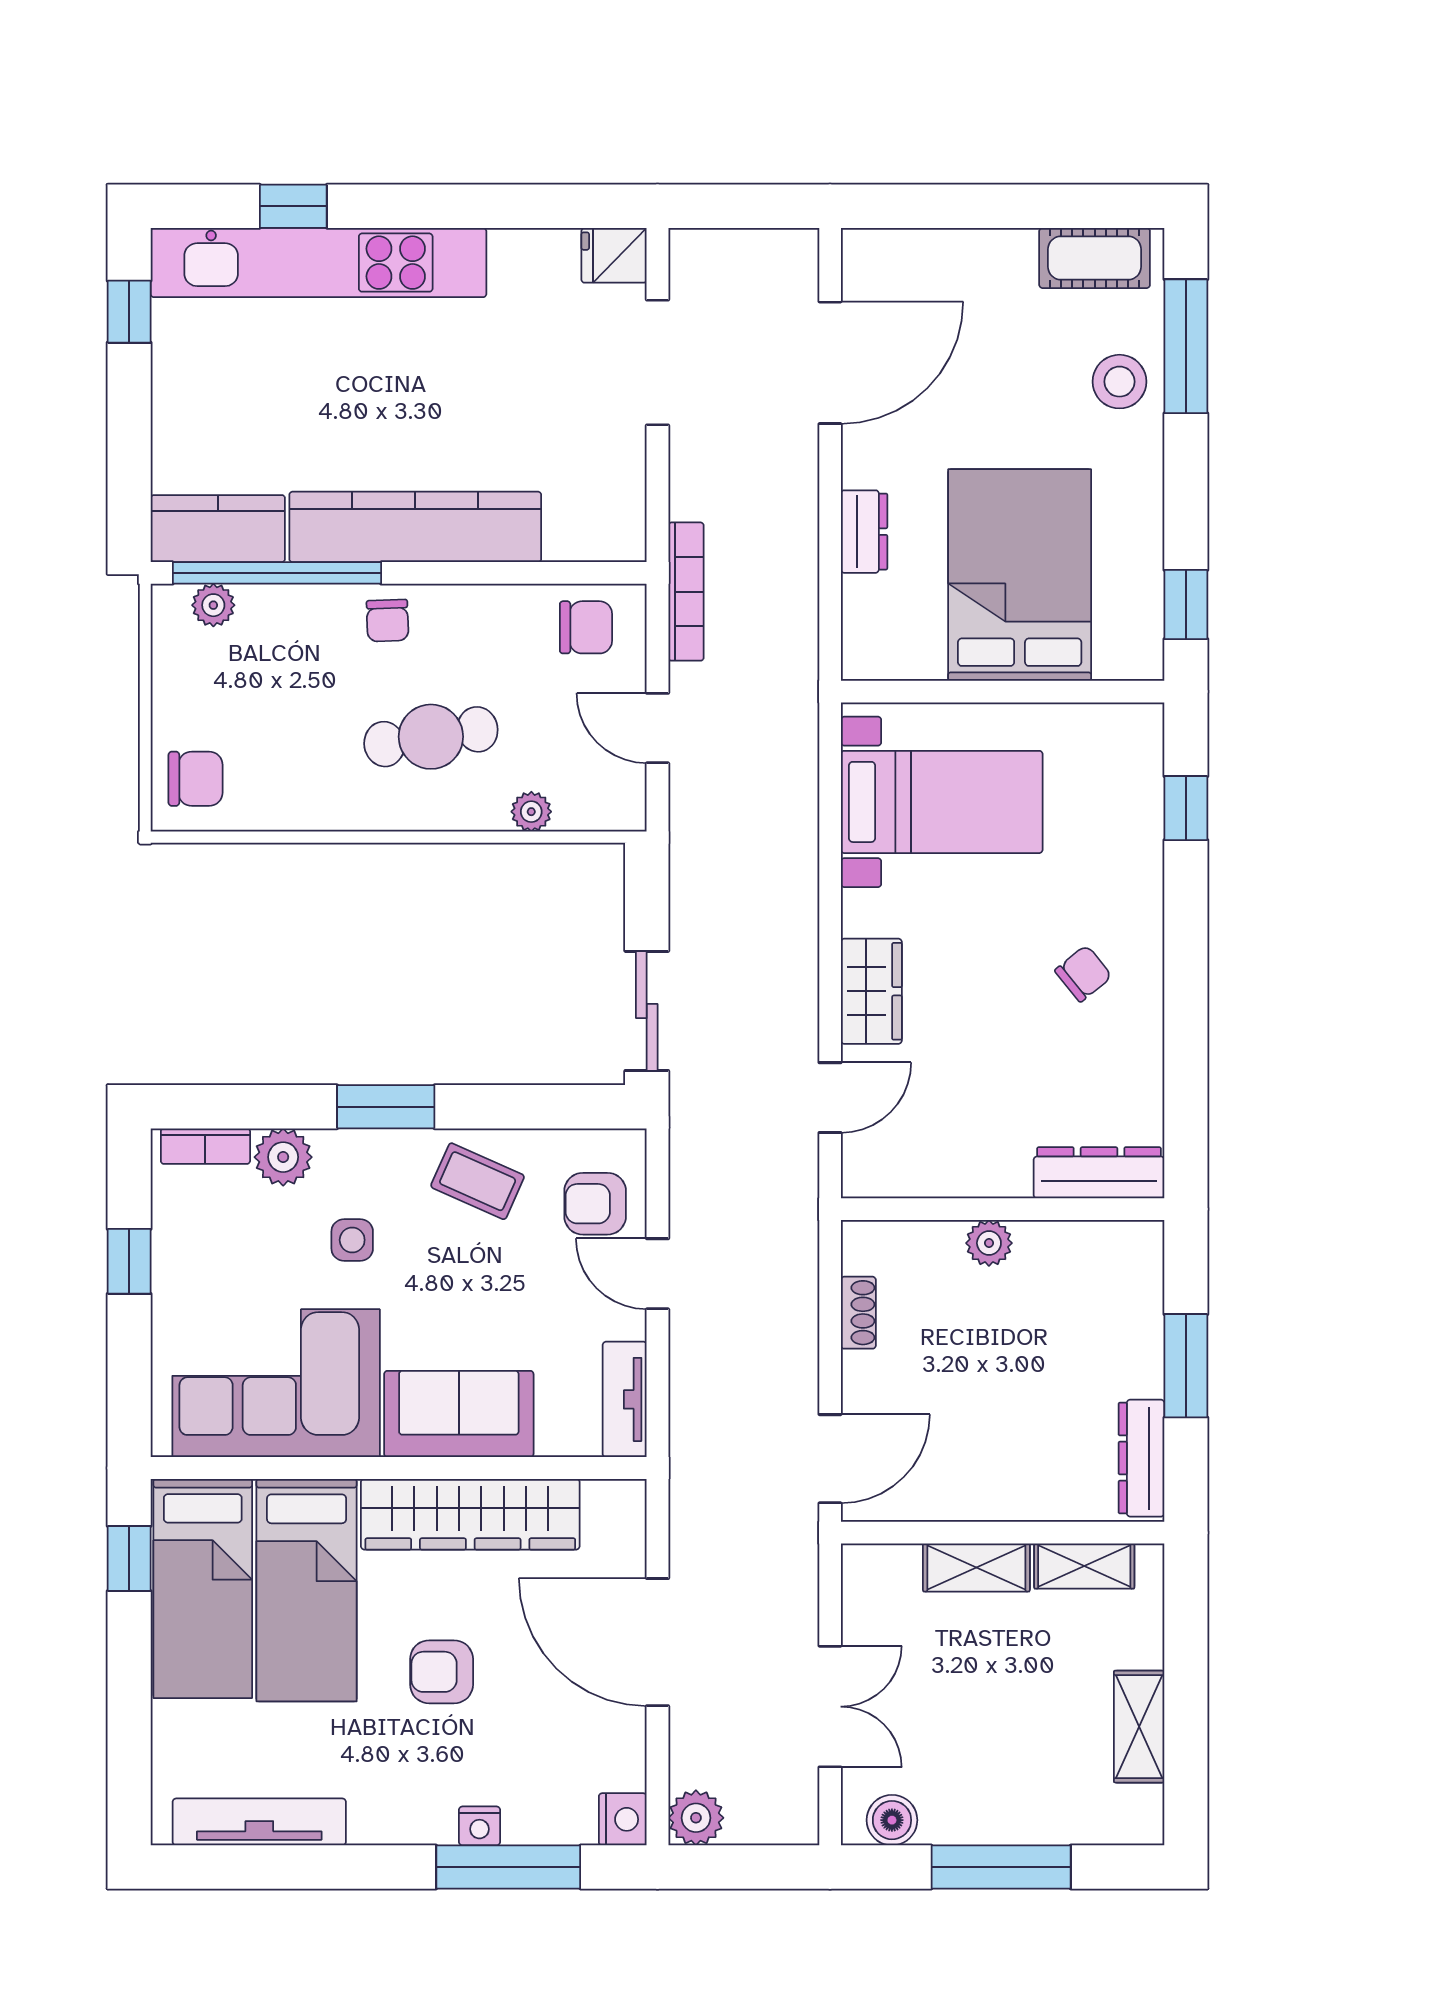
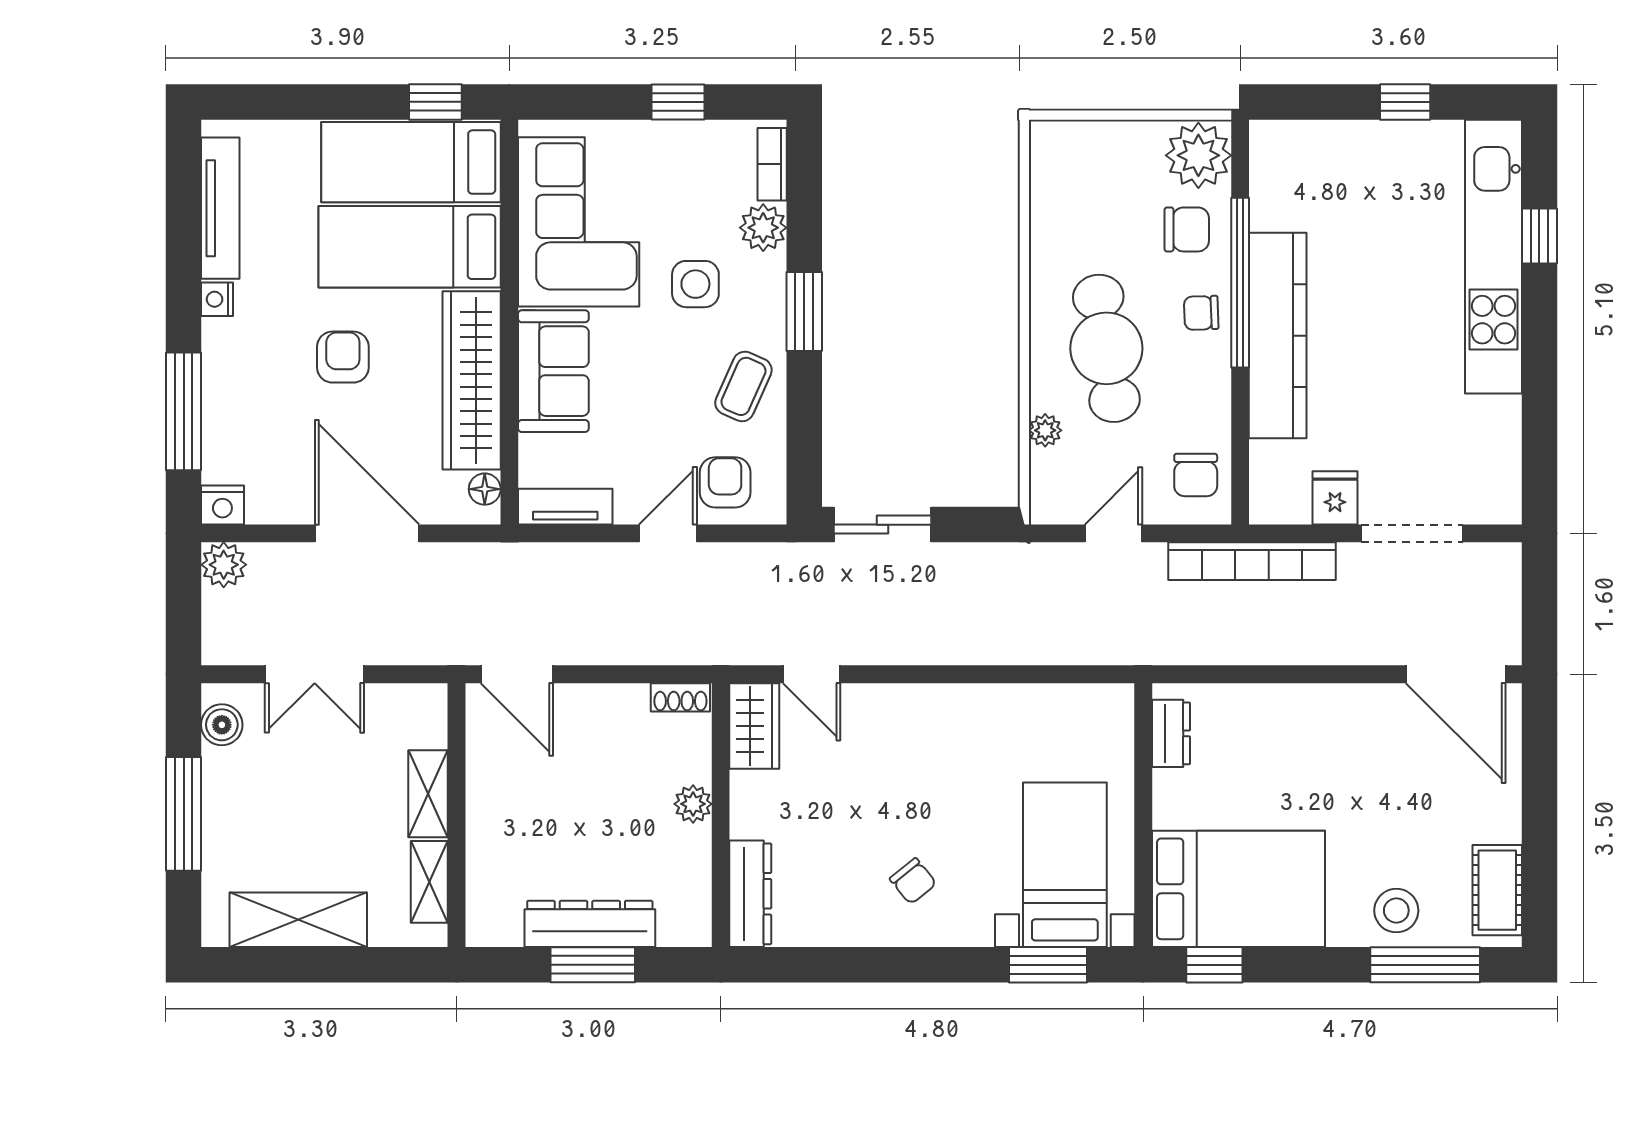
fridge: (614, 255) -> (1335, 498), moved
window: (129, 312) -> (1405, 102), moved
door: (830, 363) -> (1456, 674), moved
kitchen counter: (218, 529) -> (1276, 174), removed
dresser: (864, 532) -> (1171, 733), moved, turned -90
window: (277, 573) -> (1240, 283), moved
bed: (1020, 575) -> (1238, 889), moved
bookcase: (686, 592) -> (1252, 561), width x1.48, depth x1.31
plant: (213, 605) -> (1198, 155), width x1.88, depth x1.88
cafe table: (431, 737) -> (1106, 348), width x1.37, depth x1.35
chair: (196, 779) -> (1187, 229), moved, turned -90
bed with nightstands: (942, 802) -> (1065, 865), moved, turned 180
window: (1186, 808) -> (1048, 965), width x1.50
wardrobe: (871, 991) -> (754, 726), moved, turned -90
side table: (352, 1240) -> (695, 284), width x1.37, depth x1.37
shoe rack: (858, 1313) -> (680, 697), moved
dresser: (1141, 1458) -> (590, 924), moved, width x1.37, depth x1.24
floor lamp: (603, 1498) -> (485, 489), added
door: (658, 1642) -> (367, 533), hinge flipped
shelving: (1139, 1727) -> (298, 920), width x1.50, depth x1.33
nightstand: (479, 1826) -> (217, 299), moved

